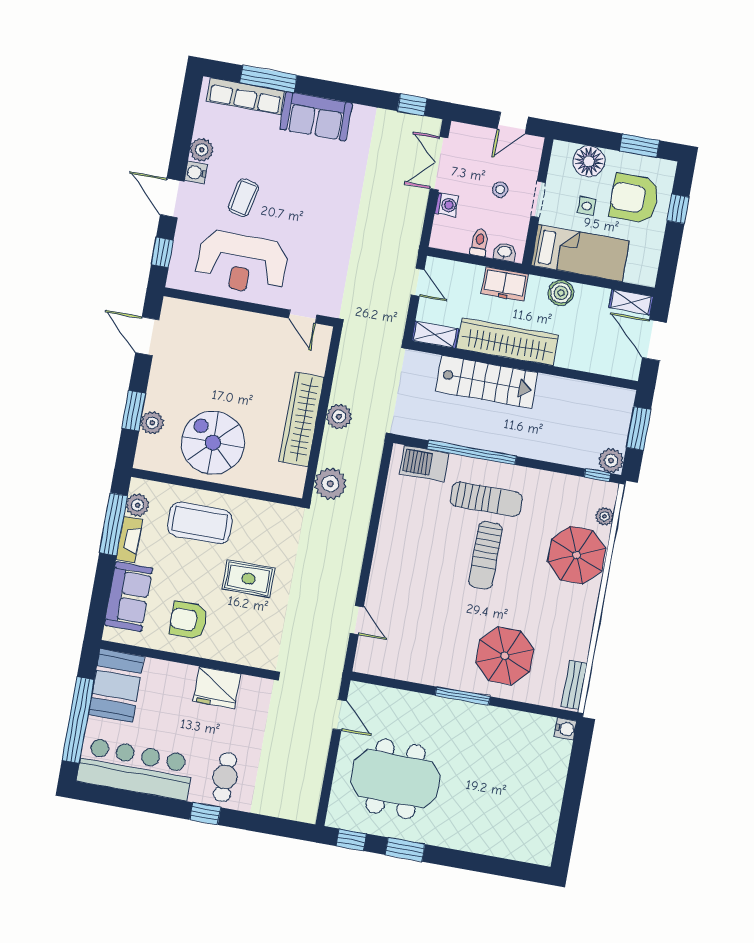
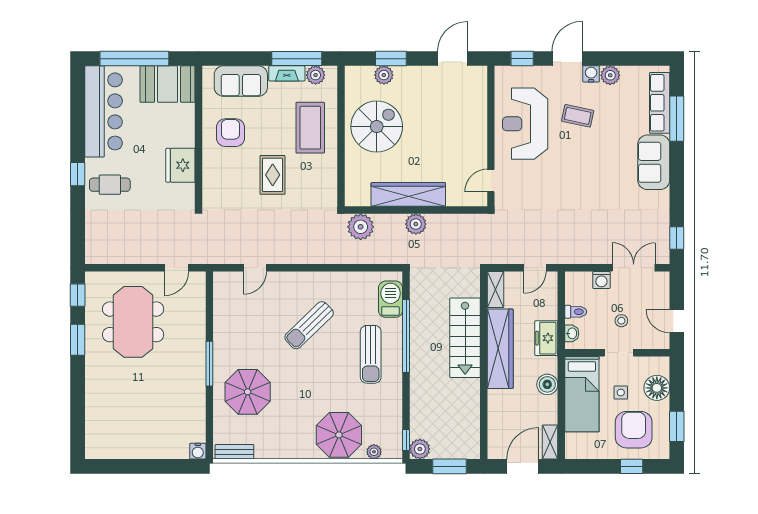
sun lounger: (485, 555) -> (309, 325), moved, turned -44

